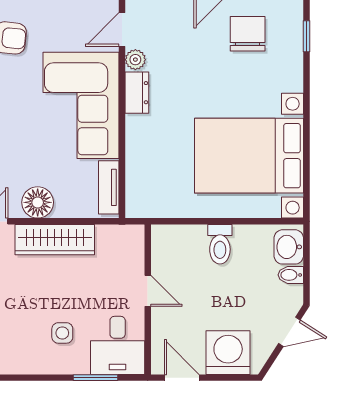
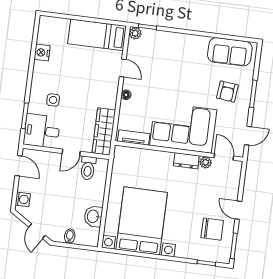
floor lamp: (38, 202) -> (126, 95), width x0.53, depth x0.53
wardrobe: (55, 240) -> (104, 132), moved
toilet: (220, 244) -> (88, 168), moved, turned -90
washbasin: (289, 247) -> (93, 216), moved, turned -90
washing machine: (228, 353) -> (23, 199), width x0.53, depth x0.53
door: (182, 378) -> (18, 166), hinge flipped

